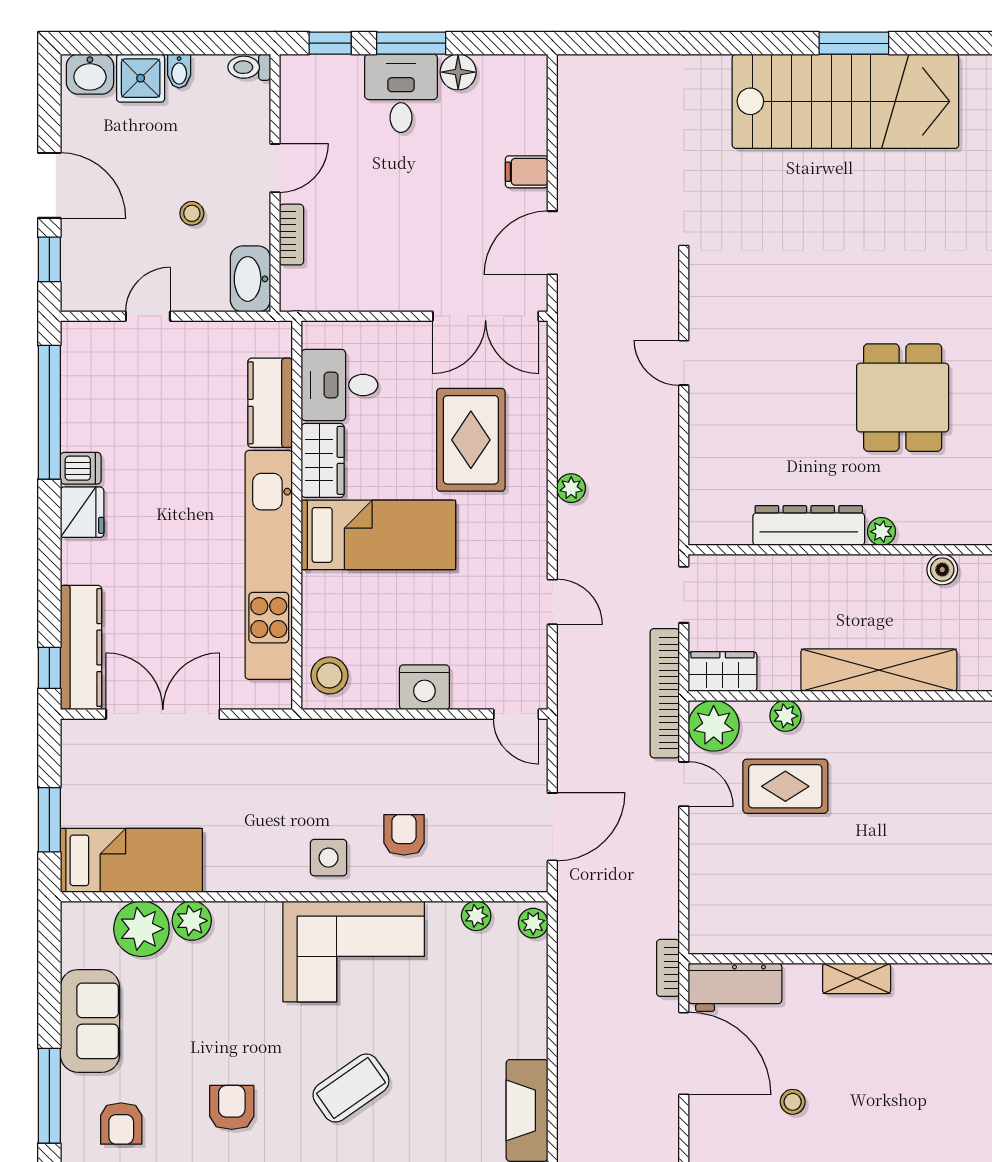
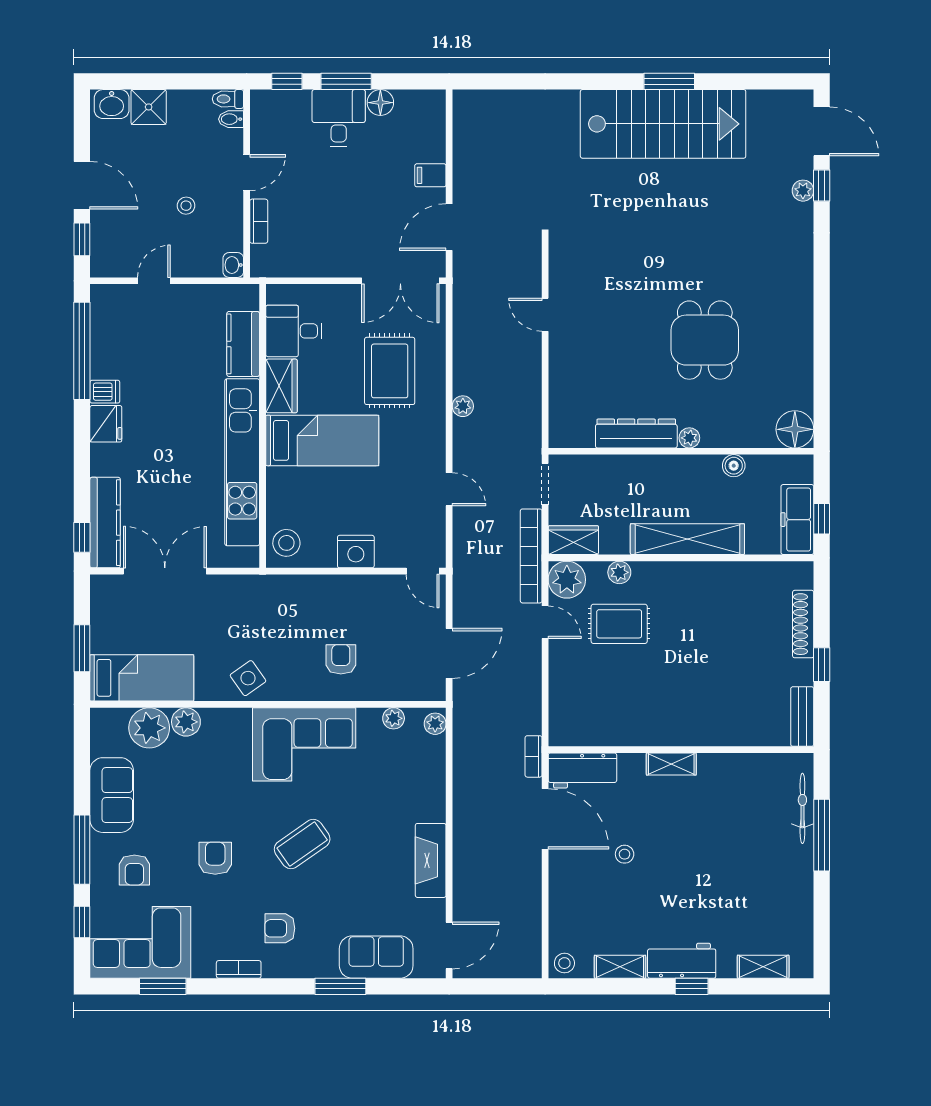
bidet: (179, 71) -> (231, 119), moved, turned 90
washbasin: (250, 279) -> (233, 265), width x0.52, depth x0.69
side table: (329, 858) -> (248, 678), moved, turned -35

